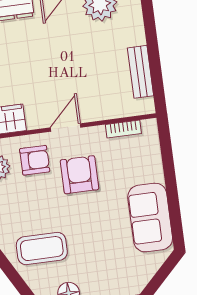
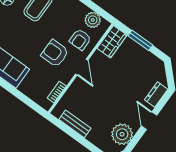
armchair: (79, 175) -> (55, 53), turned 180

